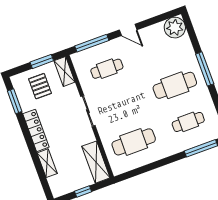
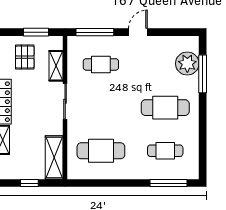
plant: (175, 28) -> (187, 64), moved
door: (128, 30) -> (138, 32), swing flipped
window: (205, 69) -> (203, 74), moved
shelving: (65, 71) -> (56, 66), moved

